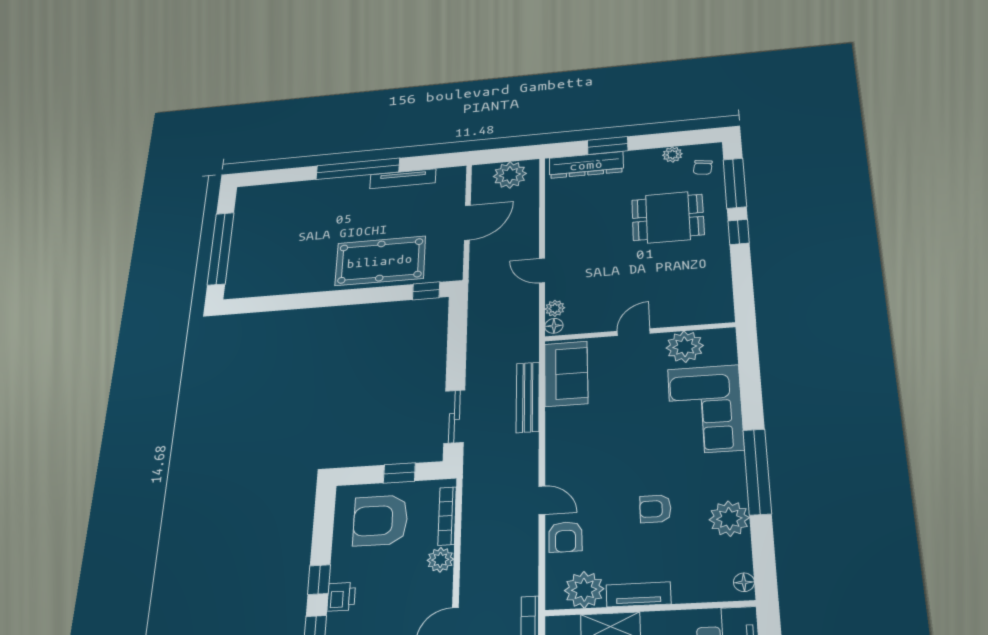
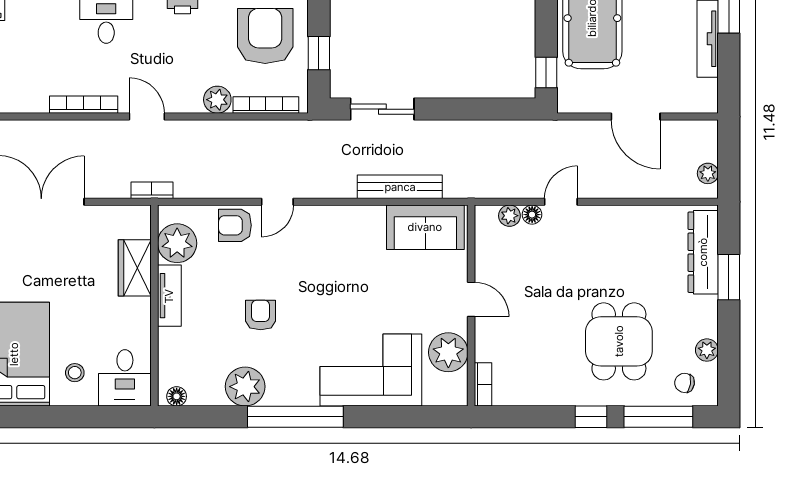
plant: (510, 175) -> (708, 173), width x0.53, depth x0.53
bookcase: (714, 317) -> (483, 384), added
floor lamp: (554, 326) -> (532, 215), moved

